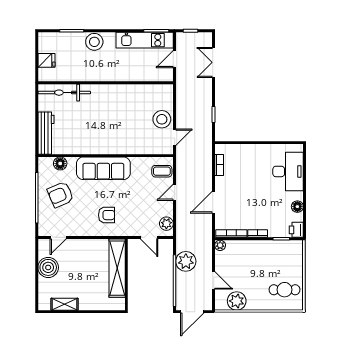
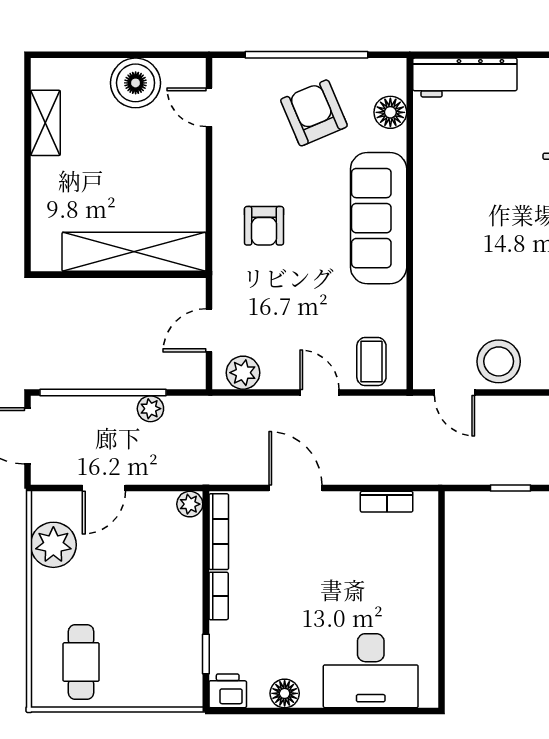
plant: (186, 261) -> (150, 409), width x0.53, depth x0.53

